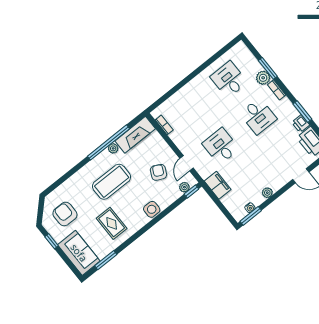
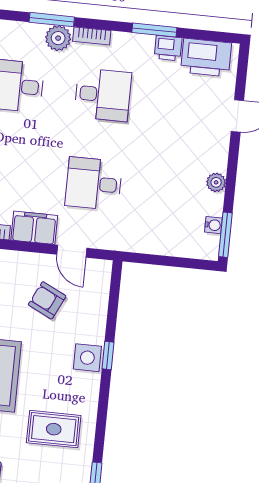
filing cabinet: (218, 185) -> (34, 228), moved
plant: (184, 187) -> (101, 285), removed
window: (191, 191) -> (108, 356), moved

